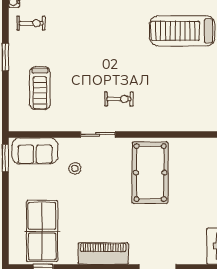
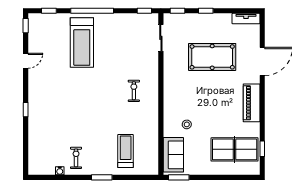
treadmill: (40, 88) -> (126, 151), turned -90
sliding door: (98, 134) -> (161, 38), moved
pool table: (150, 173) -> (212, 57), moved

